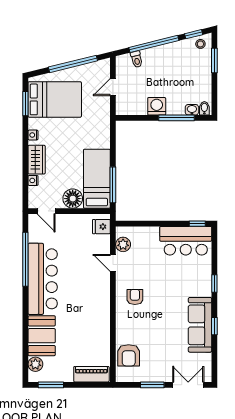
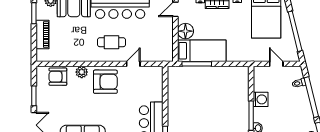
fridge: (101, 227) -> (163, 54), removed
plant: (123, 244) -> (82, 72), moved
cafe table: (86, 289) -> (111, 42), added
armchair: (135, 297) -> (105, 82), width x1.88, depth x1.88
piano: (91, 374) -> (43, 34), moved

